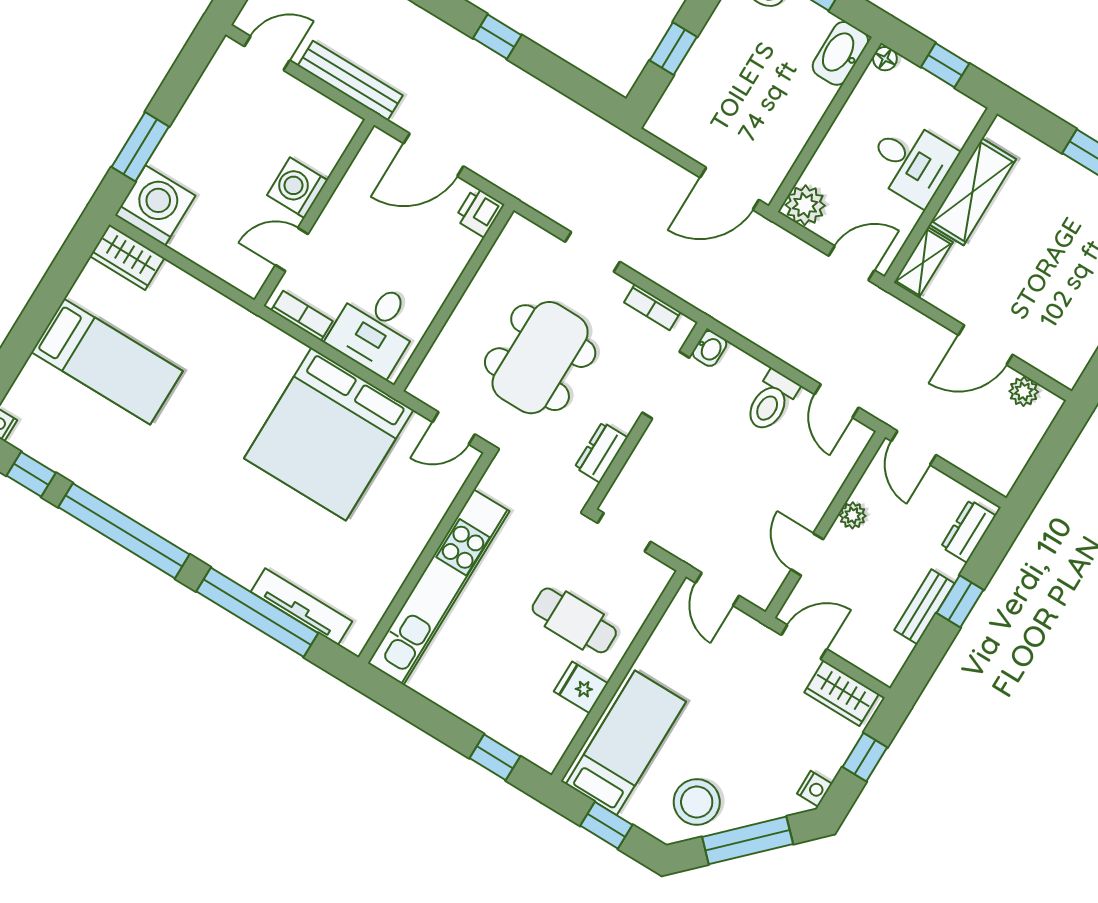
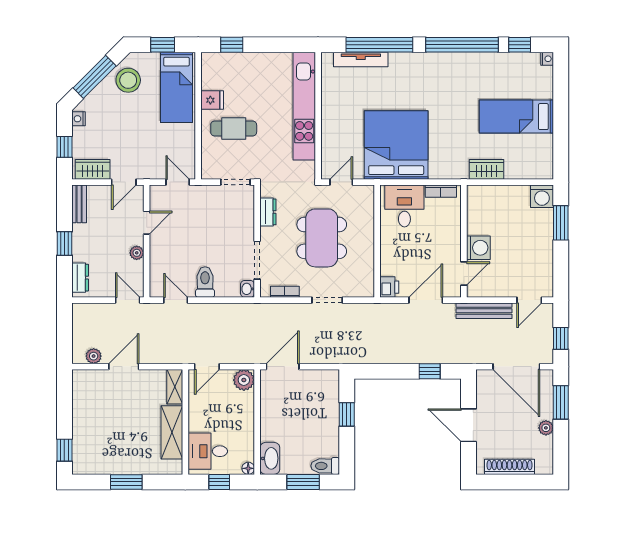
desk: (911, 162) -> (208, 451), moved
washing machine: (155, 205) -> (542, 196), width x0.73, depth x0.73
door: (292, 249) -> (464, 274), moved
wardrobe: (127, 257) -> (487, 169), moved
door: (807, 554) -> (147, 223), hinge flipped
bench: (924, 607) -> (79, 204), moved

